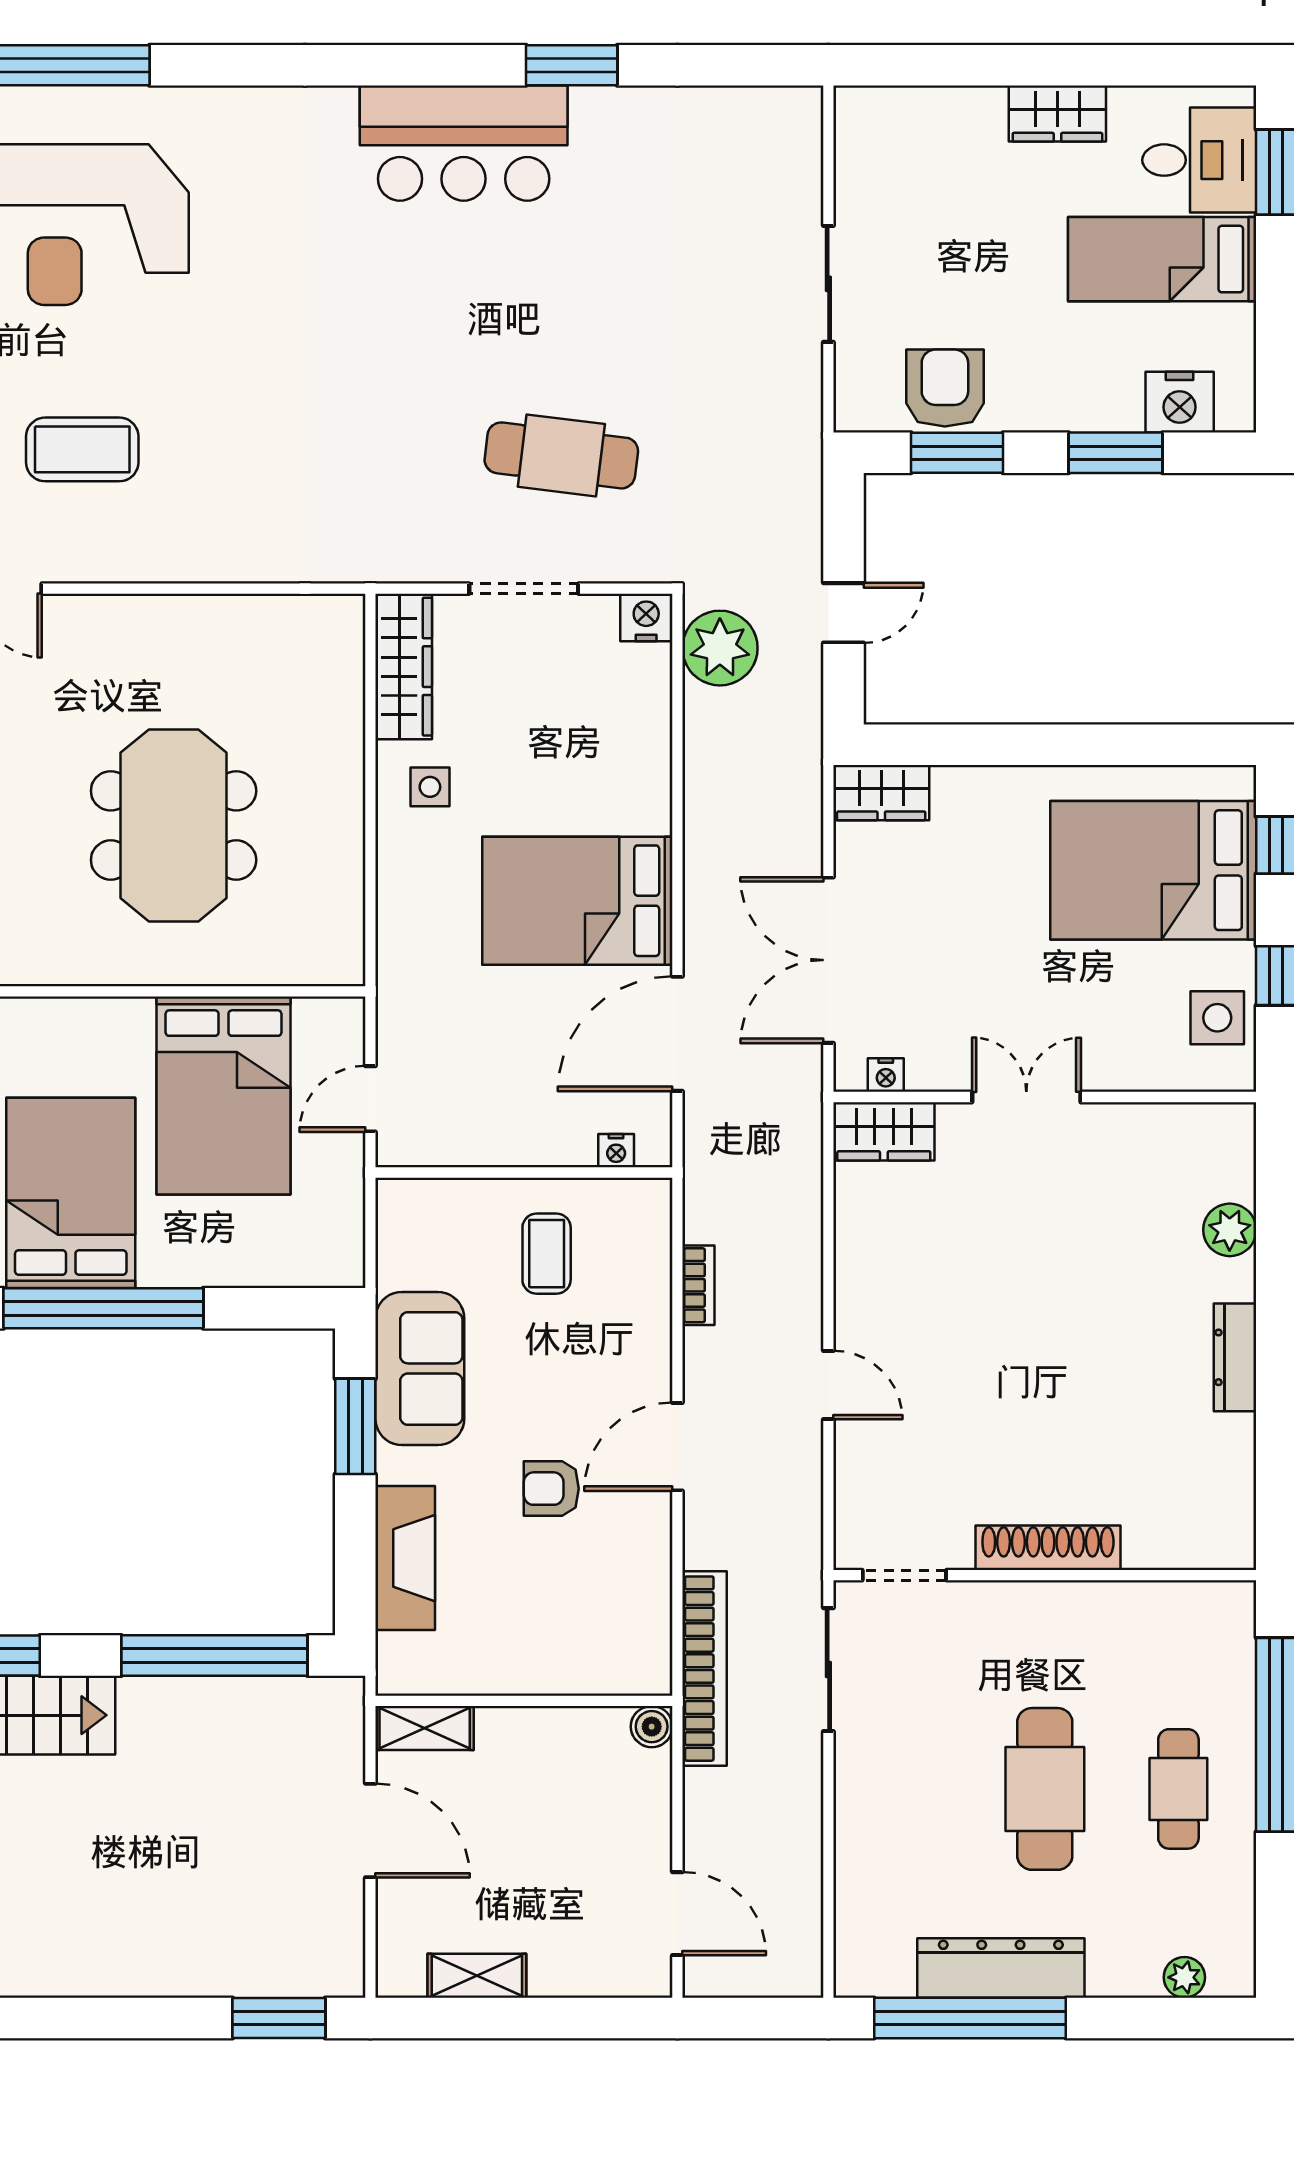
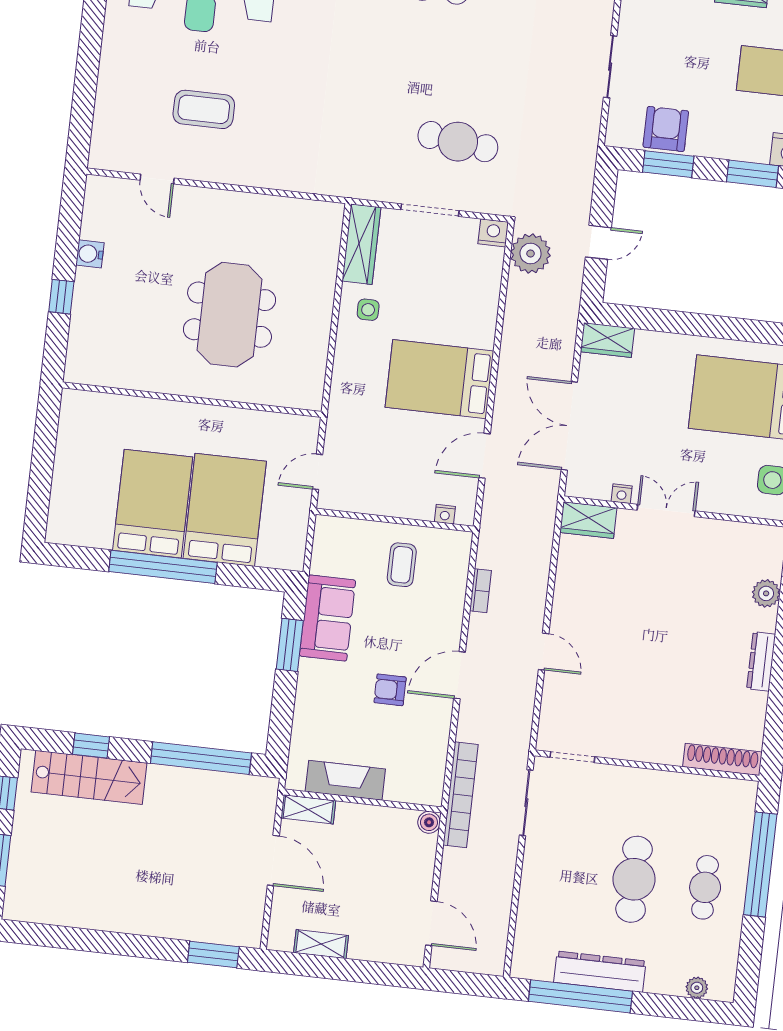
door: (677, 1034) -> (485, 456), width x0.73
nightstand: (886, 1075) -> (622, 494), moved
bed: (224, 1095) -> (225, 510), moved, turned 180
shoe rack: (1048, 1548) -> (722, 759), moved
fireplace: (405, 1558) -> (345, 780), moved, turned -90

